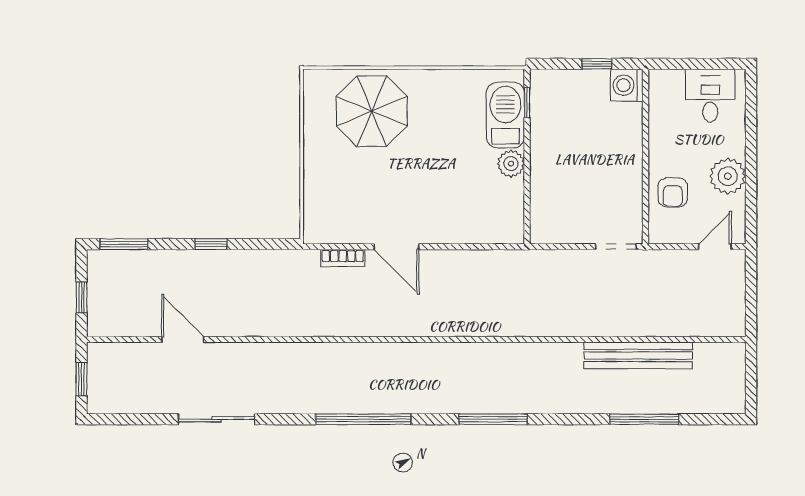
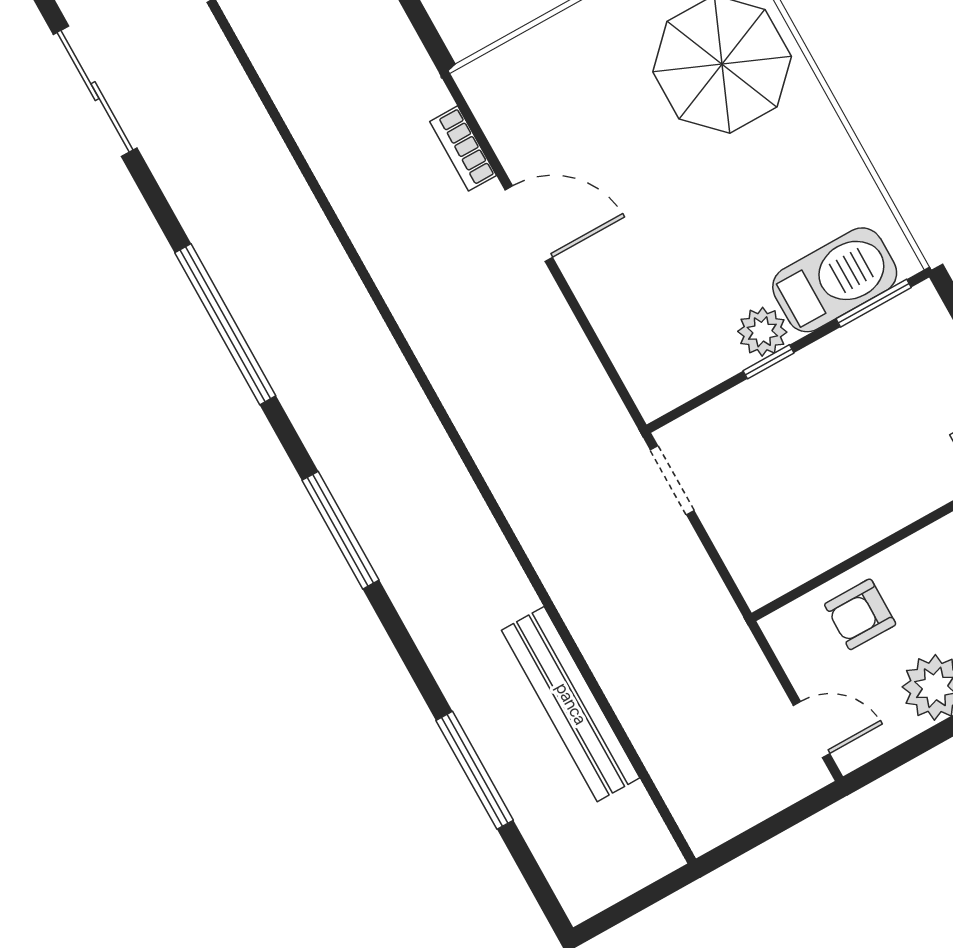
window: (527, 103) -> (874, 303), width x1.50
window: (527, 169) -> (769, 362), added
door: (396, 247) -> (529, 224), swing flipped
doorway: (616, 247) -> (672, 480), moved

